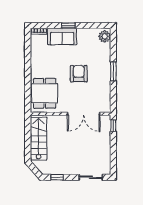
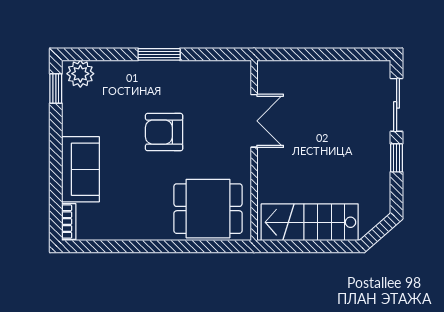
window: (68, 25) -> (56, 89), moved
double door: (84, 114) -> (254, 121), width x0.73
window: (113, 126) -> (281, 54), removed
window: (57, 177) -> (397, 158), moved

